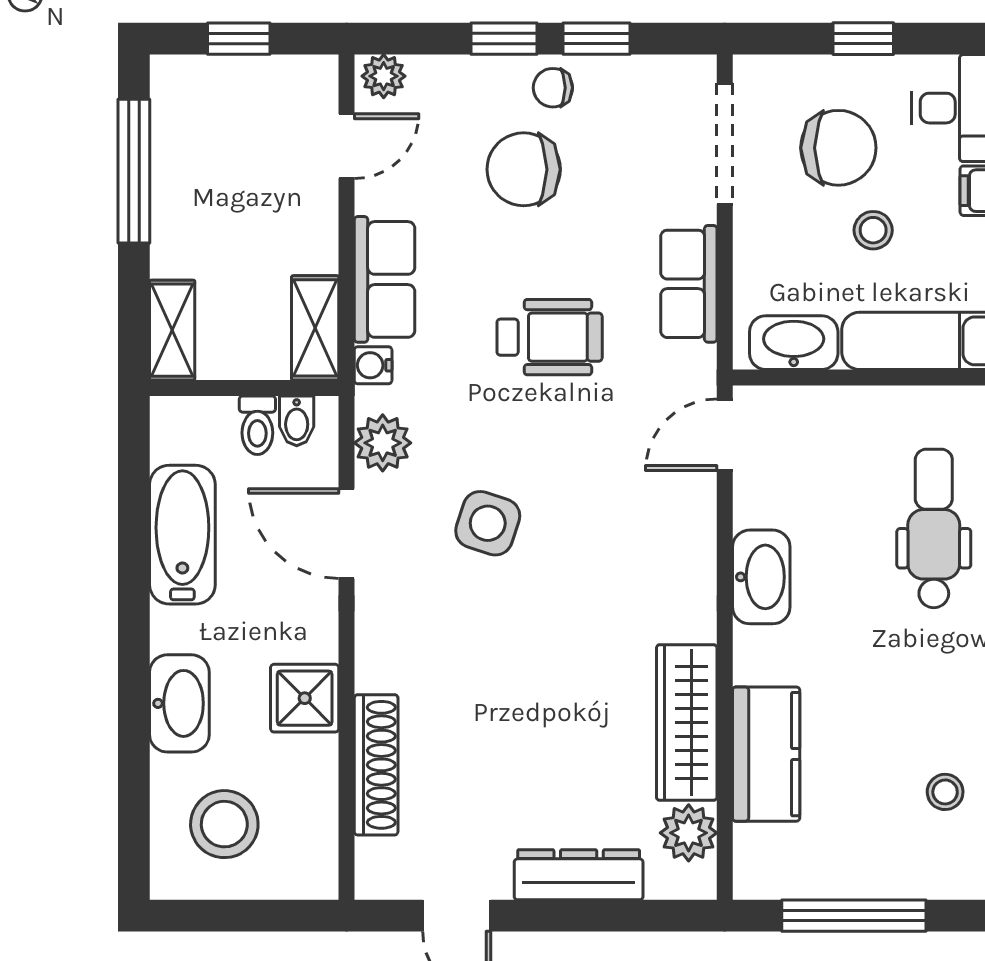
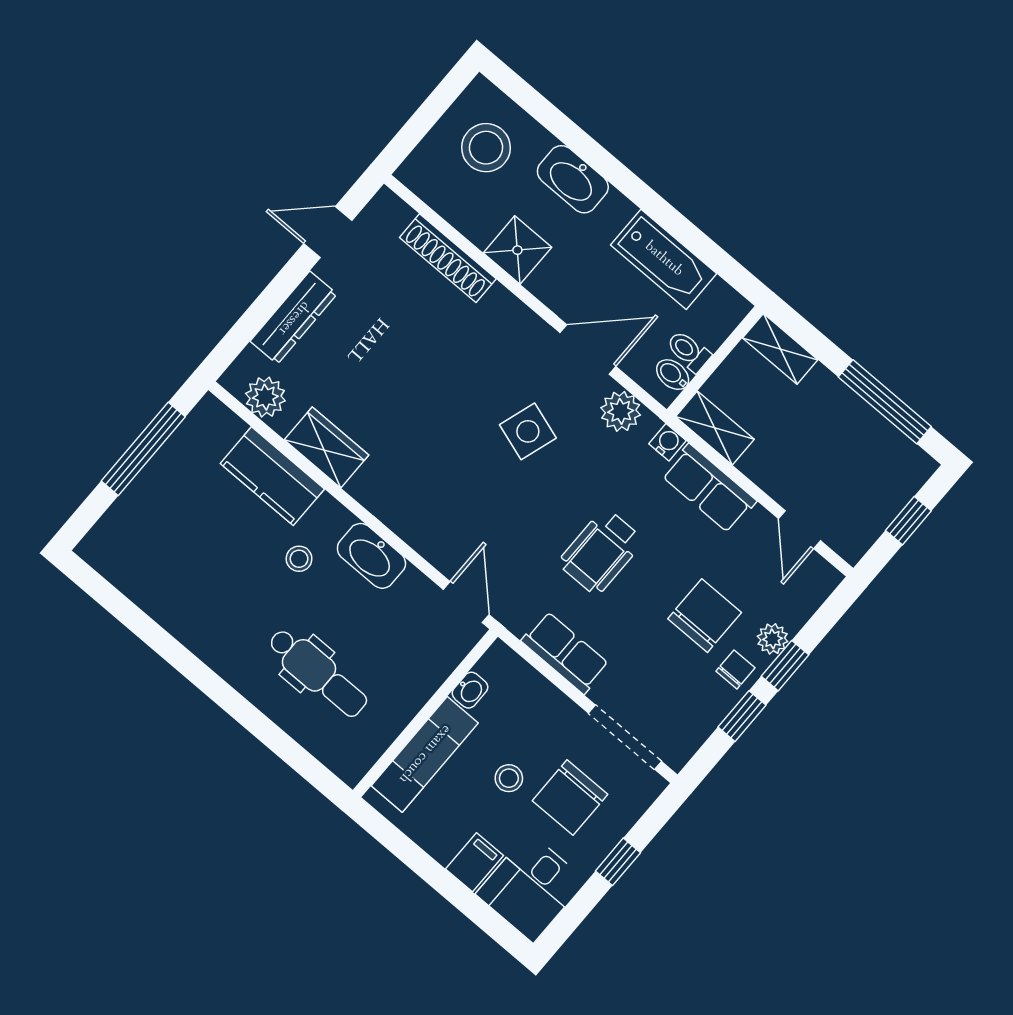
plant: (384, 76) -> (773, 639), moved
washbasin: (794, 343) -> (470, 690), width x0.52, depth x0.69
wardrobe: (687, 723) -> (327, 447), width x0.67
stool: (945, 792) -> (299, 559), moved

